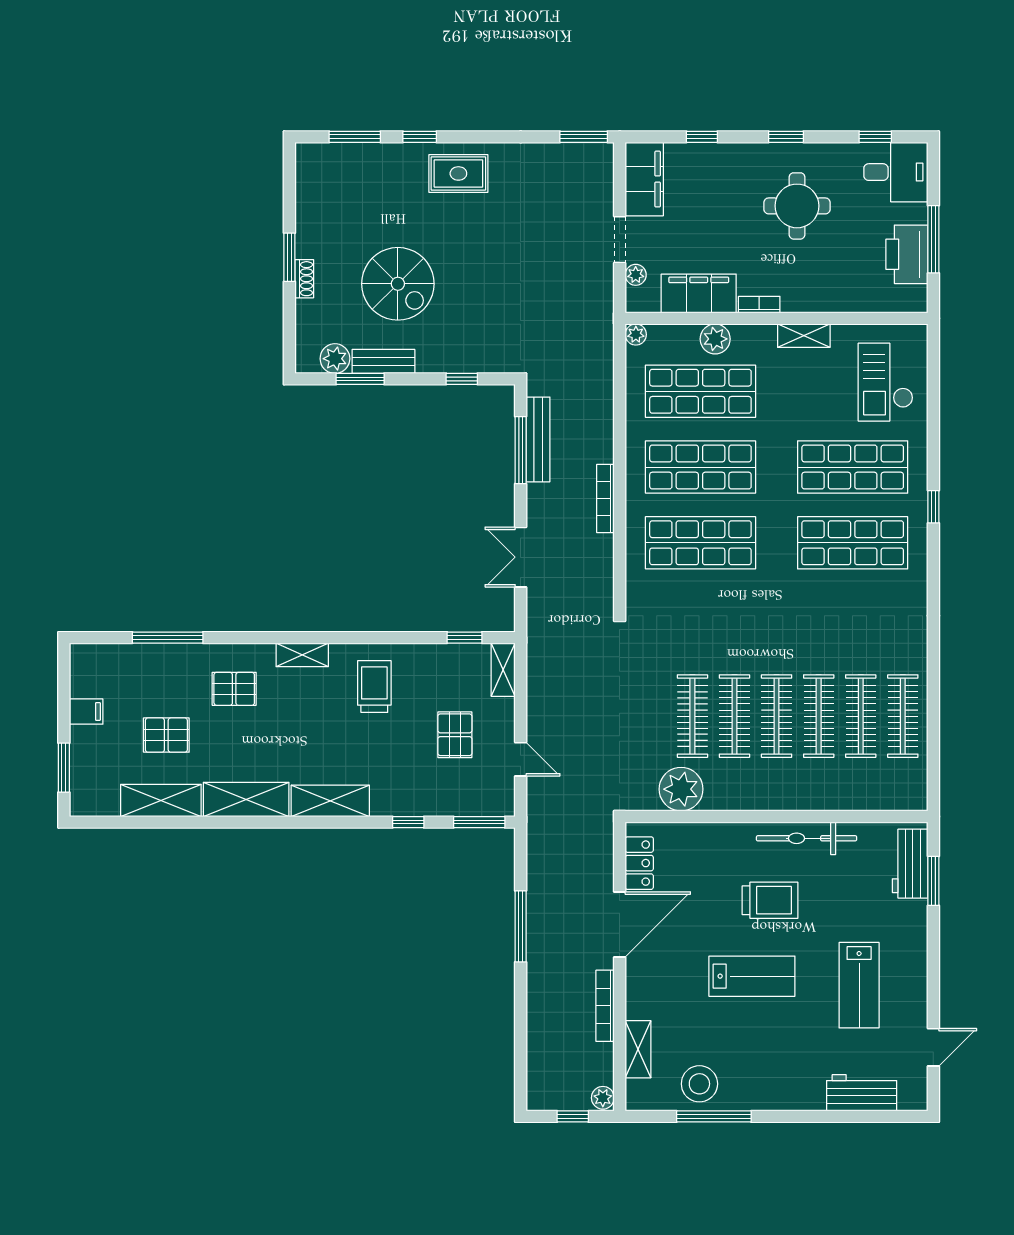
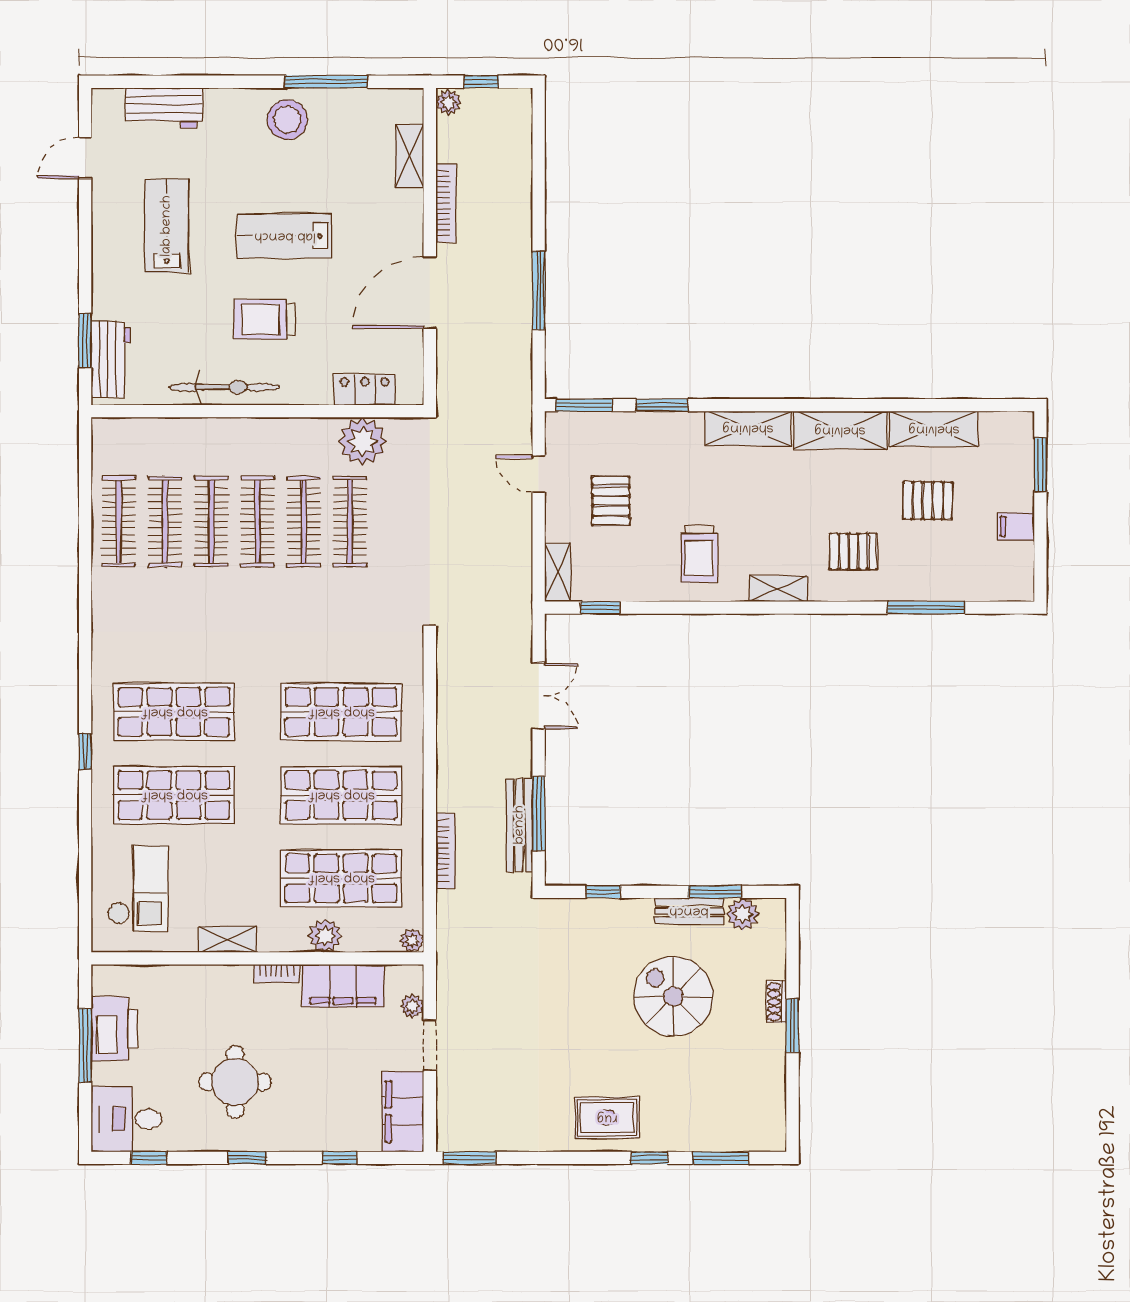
bookcase: (605, 498) -> (445, 851), moved
window: (408, 822) -> (662, 405), width x1.50
locker: (639, 863) -> (365, 390), moved, turned 90
stool: (699, 1084) -> (287, 120), moved

